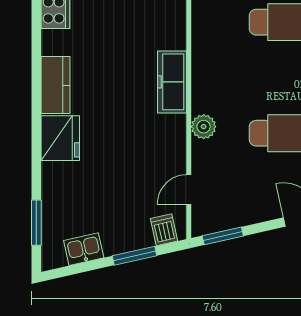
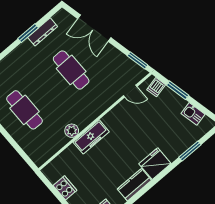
plant: (204, 127) -> (72, 131), moved
window: (36, 223) -> (190, 151), moved

